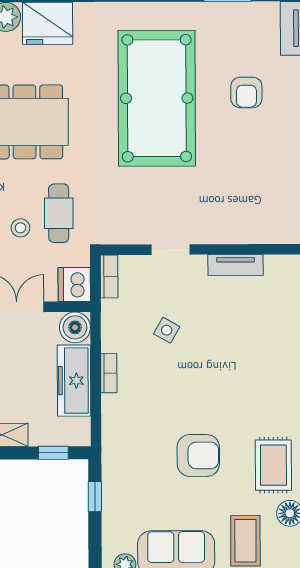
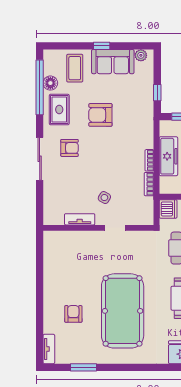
bookcase: (109, 277) -> (149, 184), moved
boiler: (75, 327) -> (168, 185), removed
side table: (167, 330) -> (104, 198), moved
armchair: (254, 395) -> (70, 148), added

